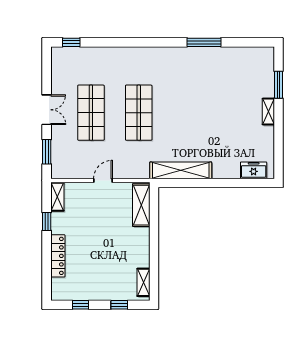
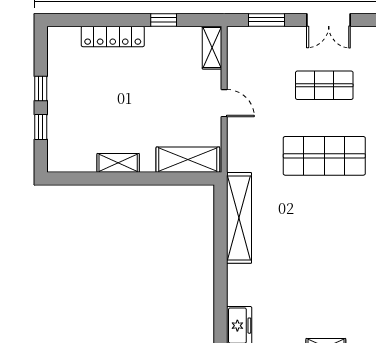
shop shelf: (91, 113) -> (324, 85), width x0.70, depth x0.74
shelving: (57, 197) -> (212, 48), moved, turned 90
shelving: (143, 282) -> (118, 163), moved
window: (81, 305) -> (41, 88), moved

